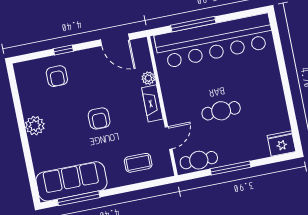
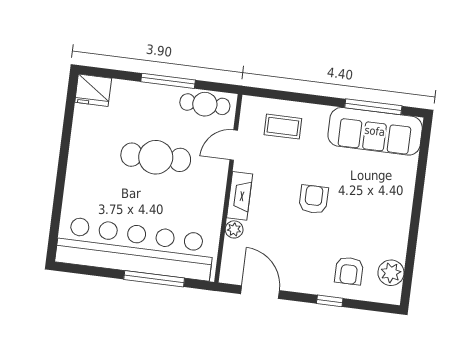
armchair: (57, 76) -> (349, 271), turned 180
cafe table: (221, 111) -> (156, 157), width x1.37, depth x1.35
plant: (35, 126) -> (391, 273), moved

